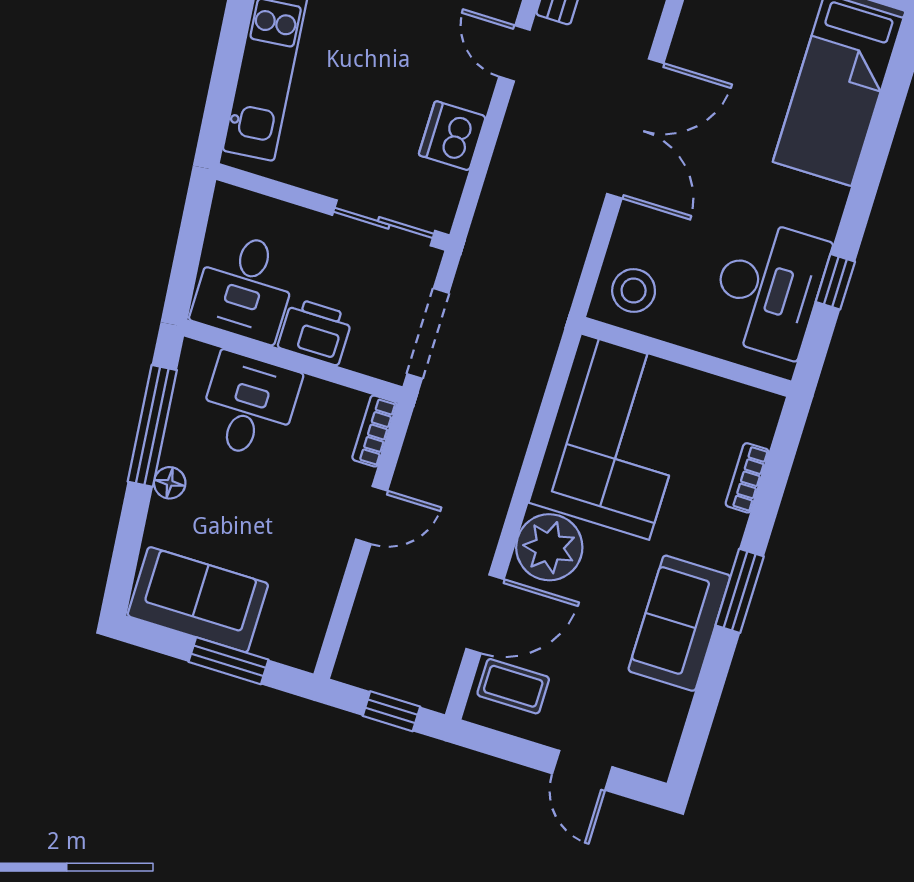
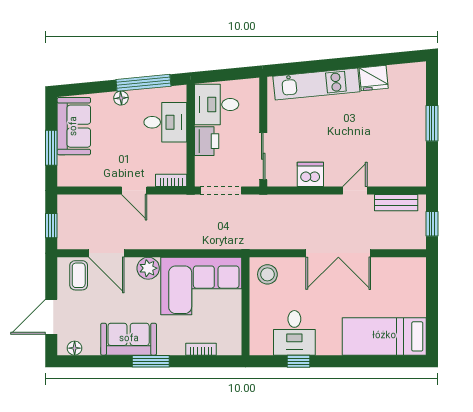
desk: (768, 288) -> (294, 333), width x0.73
plant: (549, 547) -> (148, 268), width x0.73, depth x0.73
floor lamp: (663, 742) -> (75, 348), added
door: (582, 770) -> (51, 317), width x1.38

